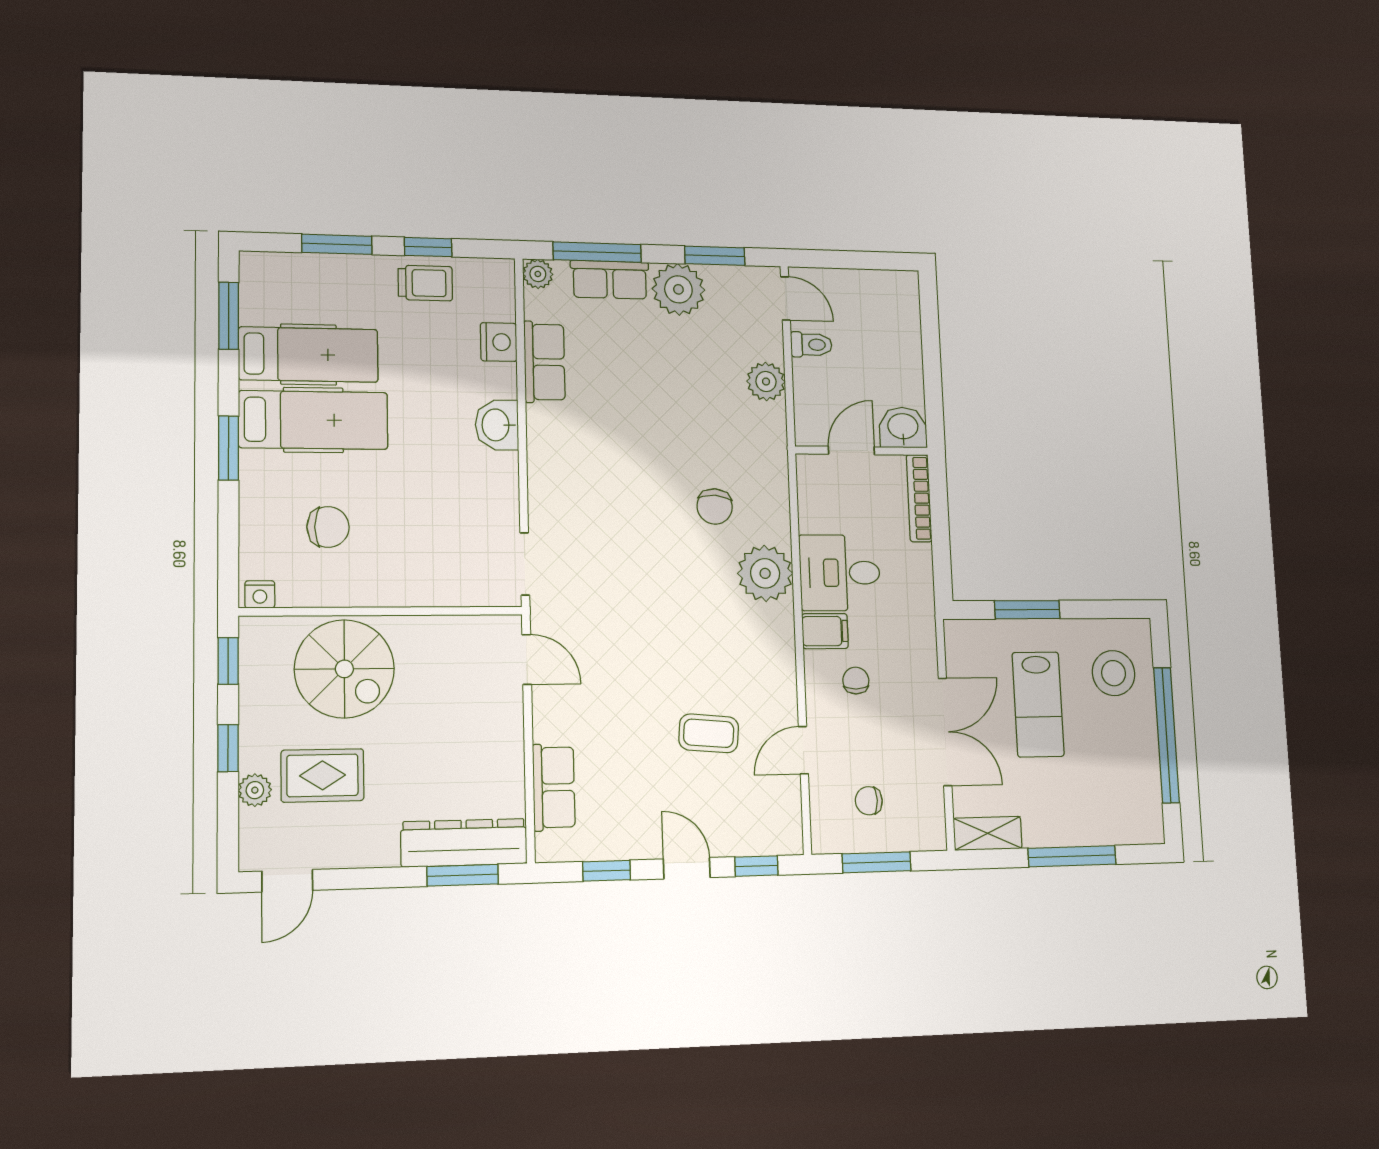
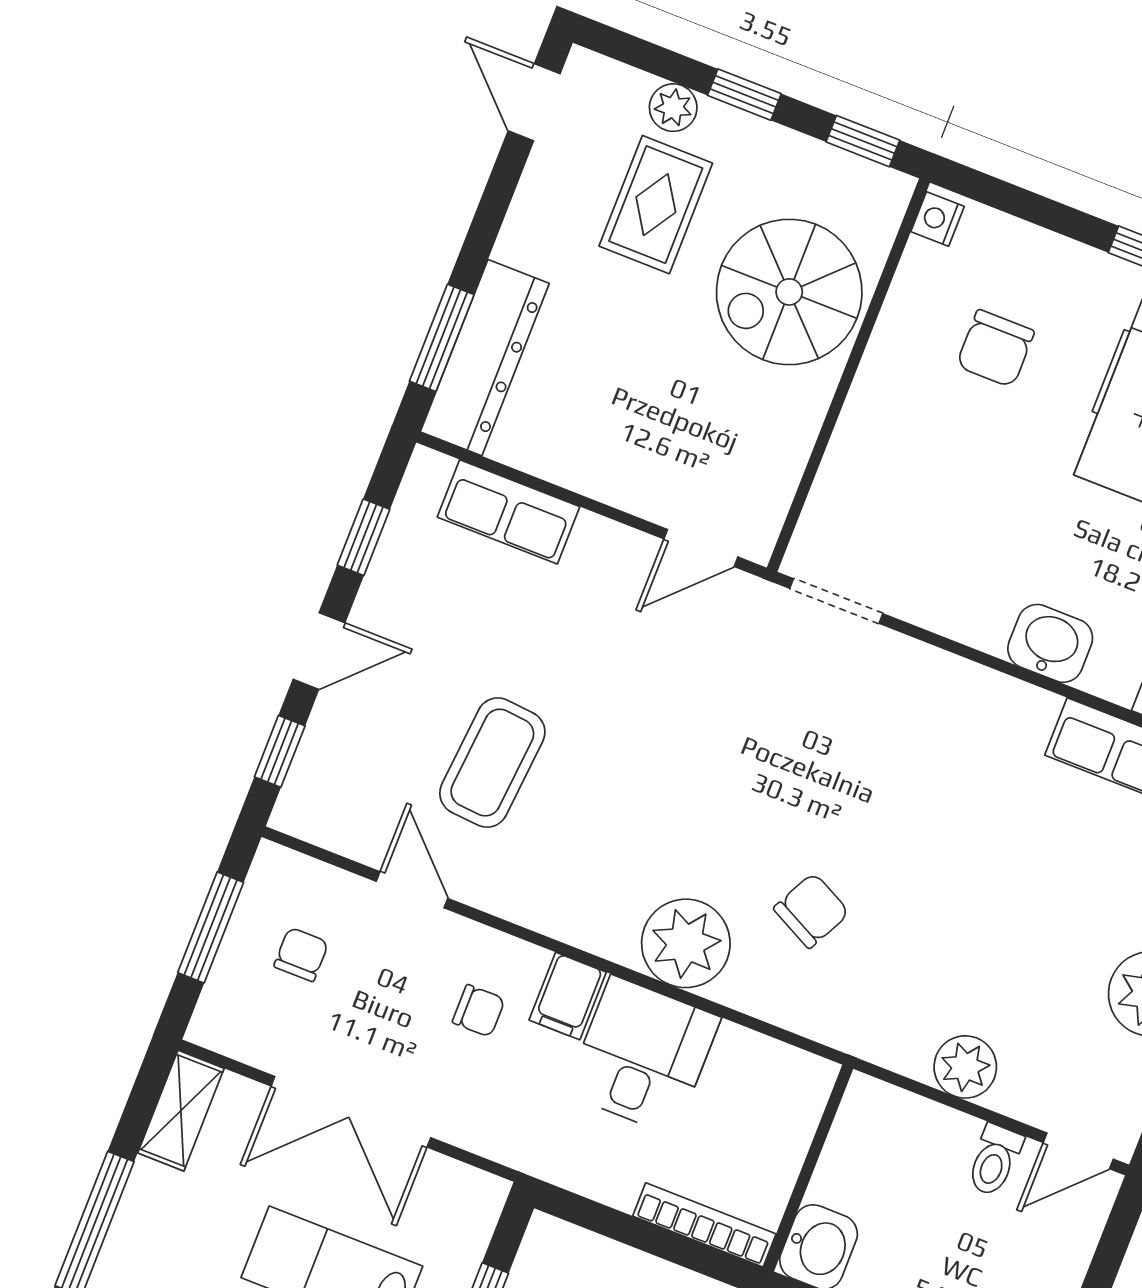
door: (851, 451) -> (814, 1152), removed
chair: (715, 506) -> (811, 911), turned 113
coffee table: (709, 733) -> (492, 763), width x1.36, depth x1.30

